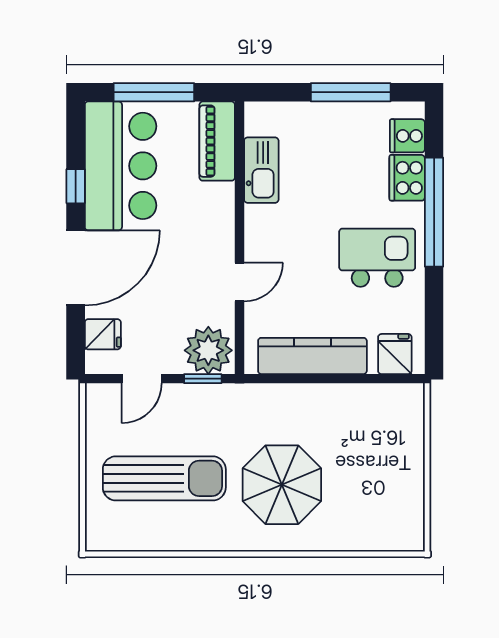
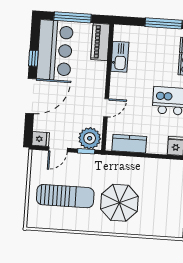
fridge: (103, 334) -> (41, 139), moved
kitchen counter: (312, 356) -> (129, 144), width x0.67

